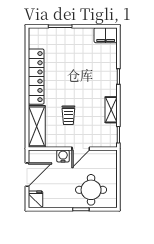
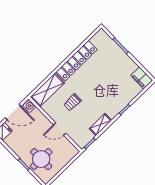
water cooler: (63, 156) -> (29, 106), moved

